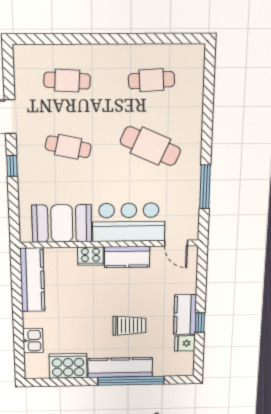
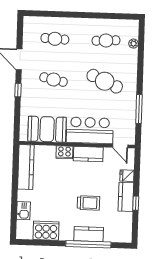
plant: (197, 84) -> (134, 44), added
fridge: (185, 343) -> (127, 176), moved
kitchen counter: (120, 368) -> (89, 234), width x0.67

